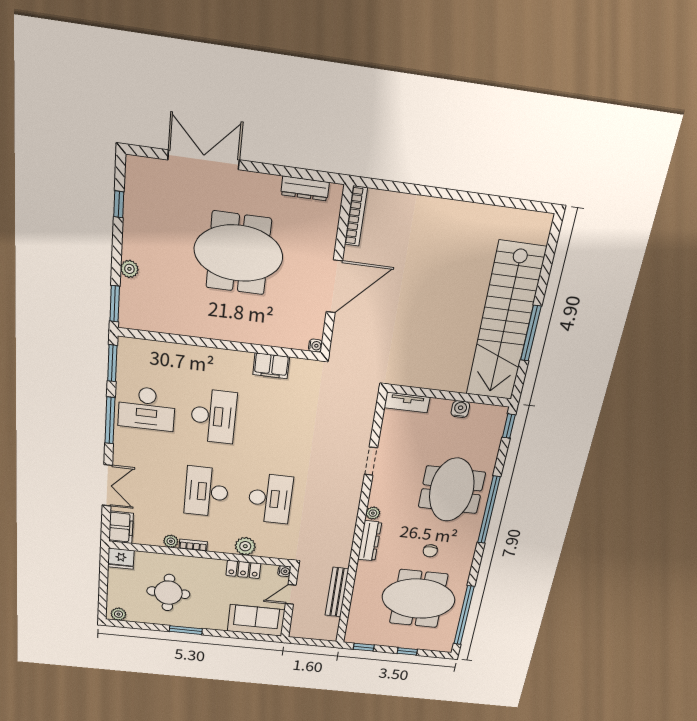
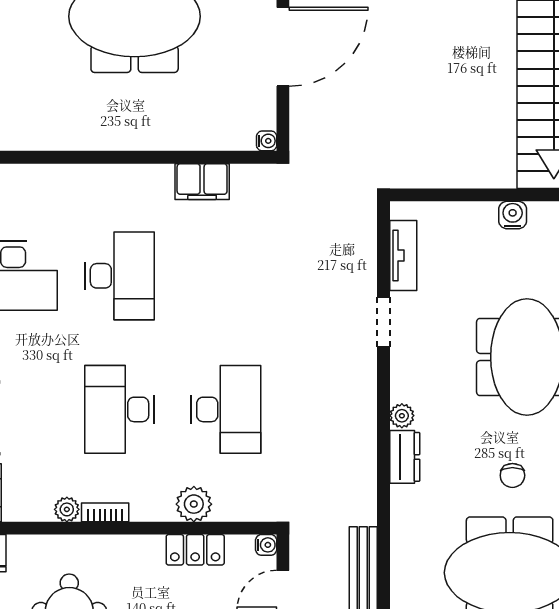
tv unit: (407, 402) -> (403, 256), moved, turned -90
dresser: (370, 541) -> (405, 457), width x0.70

